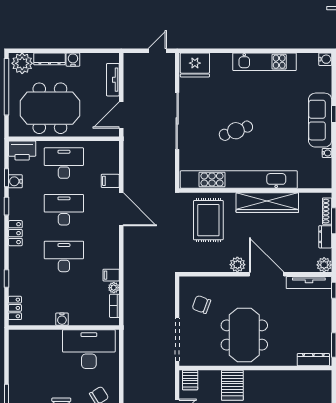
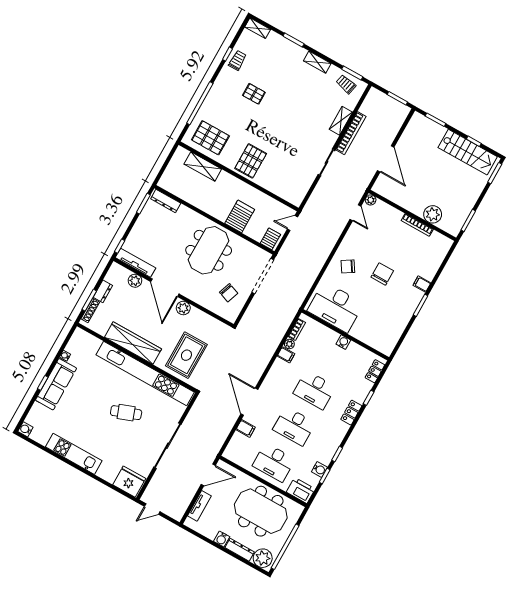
locker: (15, 233) -> (351, 413), moved
plant: (324, 265) -> (135, 281), moved

